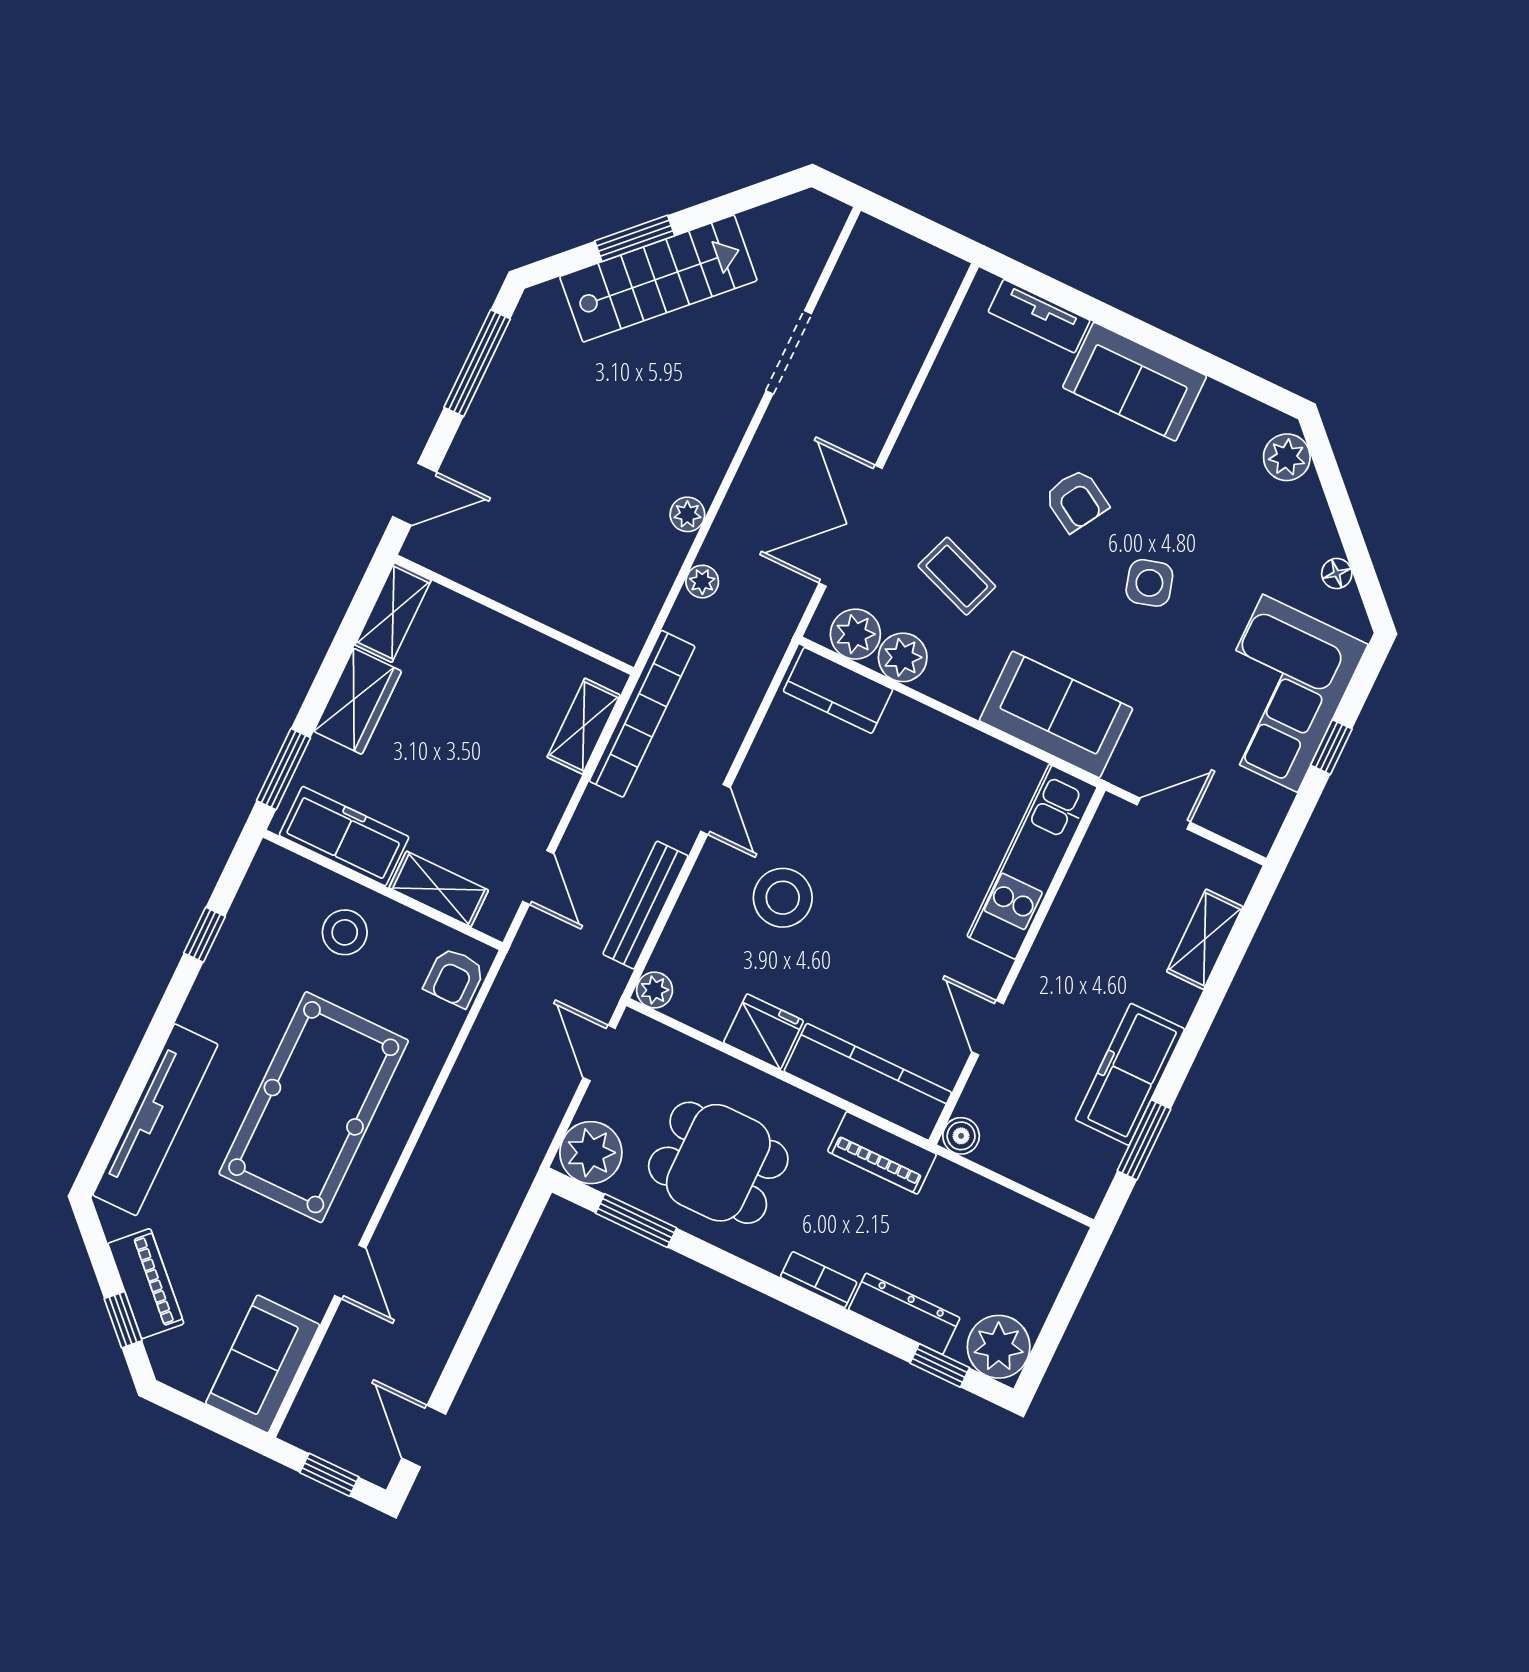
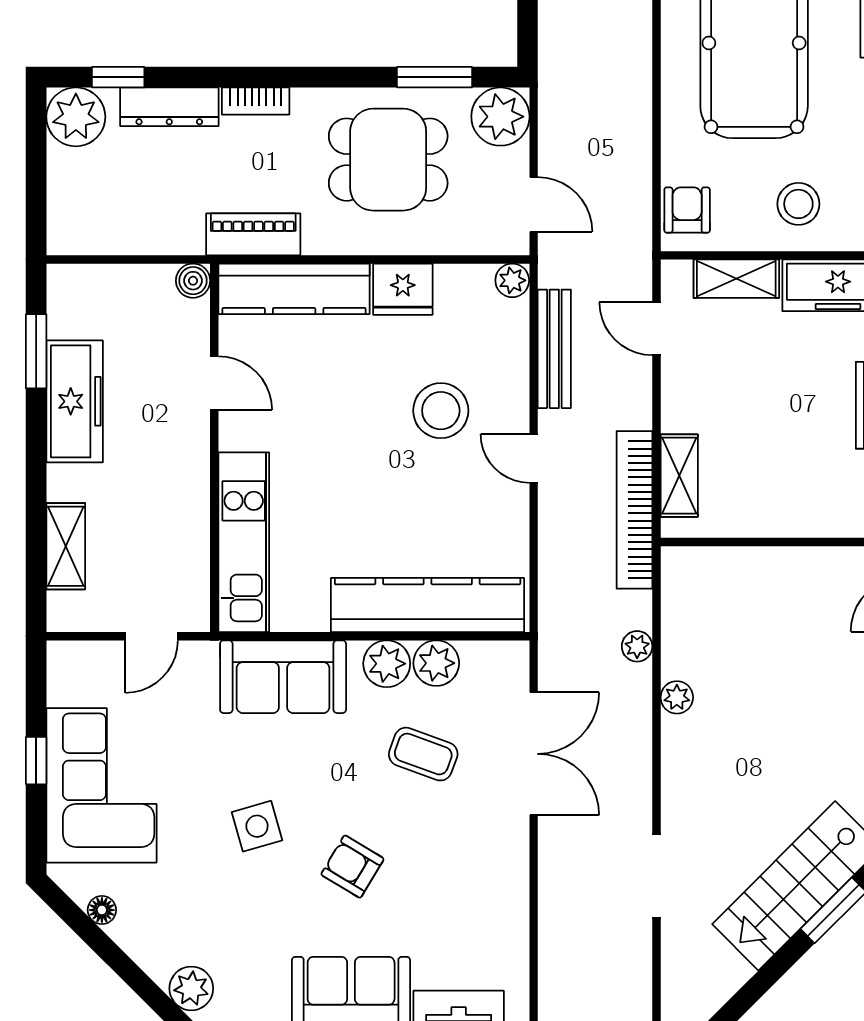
plant: (855, 634) -> (387, 664), moved
kitchen counter: (838, 690) -> (428, 605), width x2.08, depth x1.17

